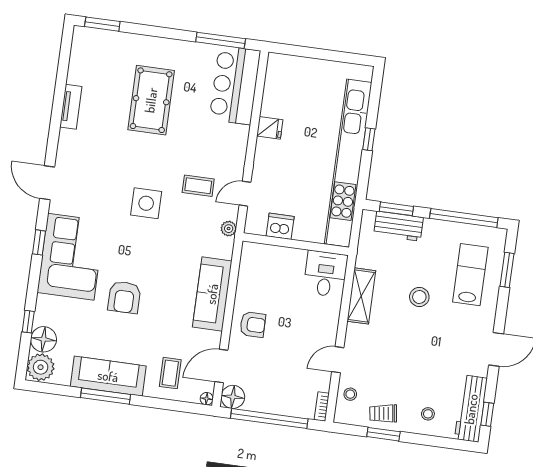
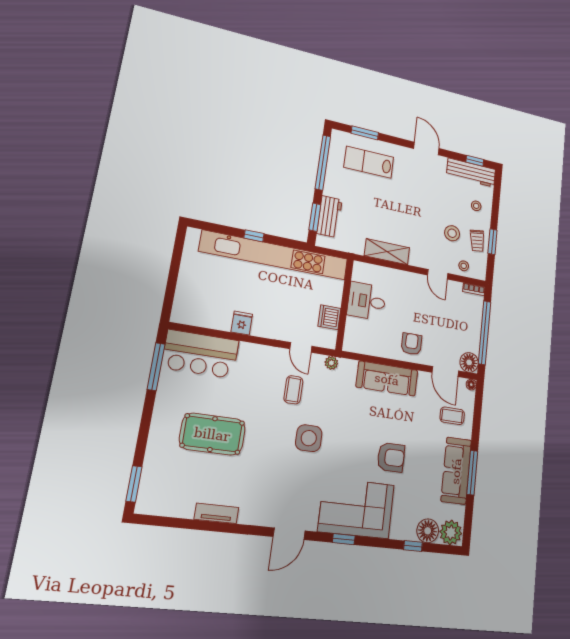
desk: (325, 274) -> (367, 301), moved
stool: (419, 297) -> (452, 233), moved

